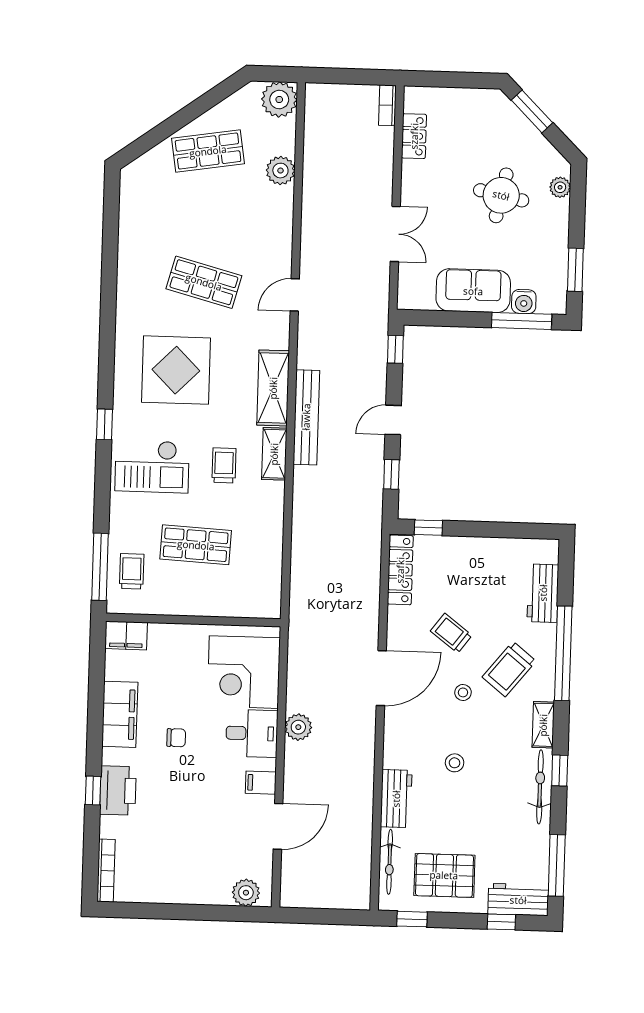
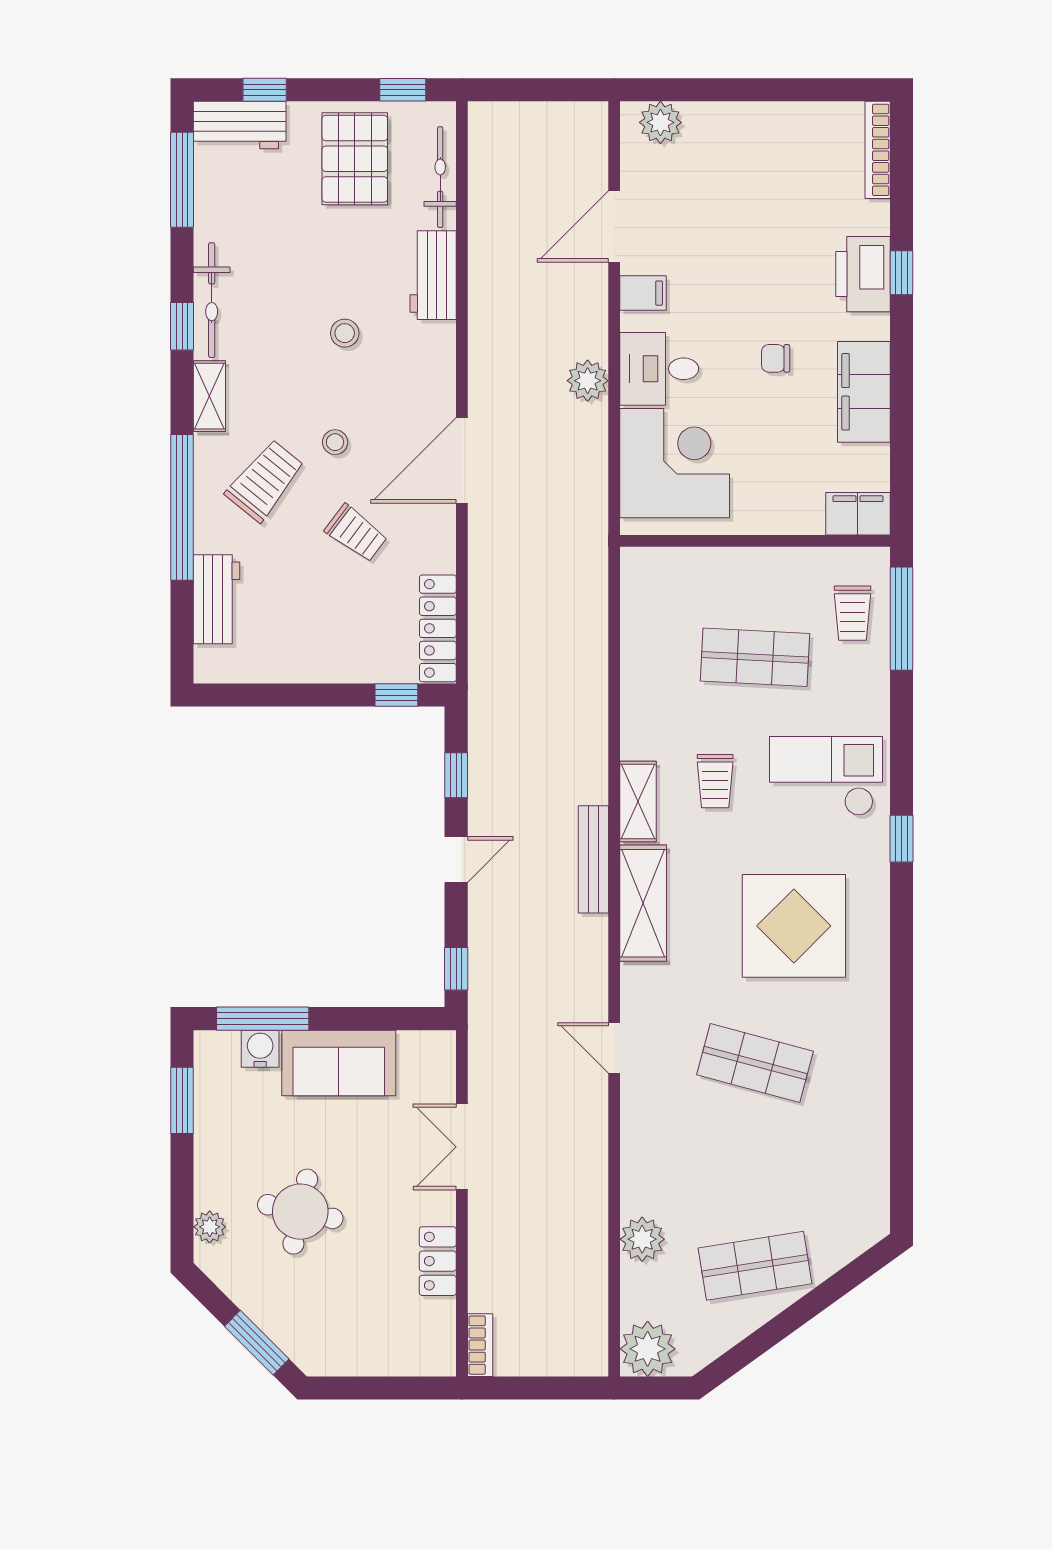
locker: (414, 136) -> (438, 1261), moved
door: (295, 295) -> (614, 1048), swing flipped
bench: (306, 417) -> (593, 859), width x0.73, depth x0.82
pallet: (444, 875) -> (355, 159), turned 90

